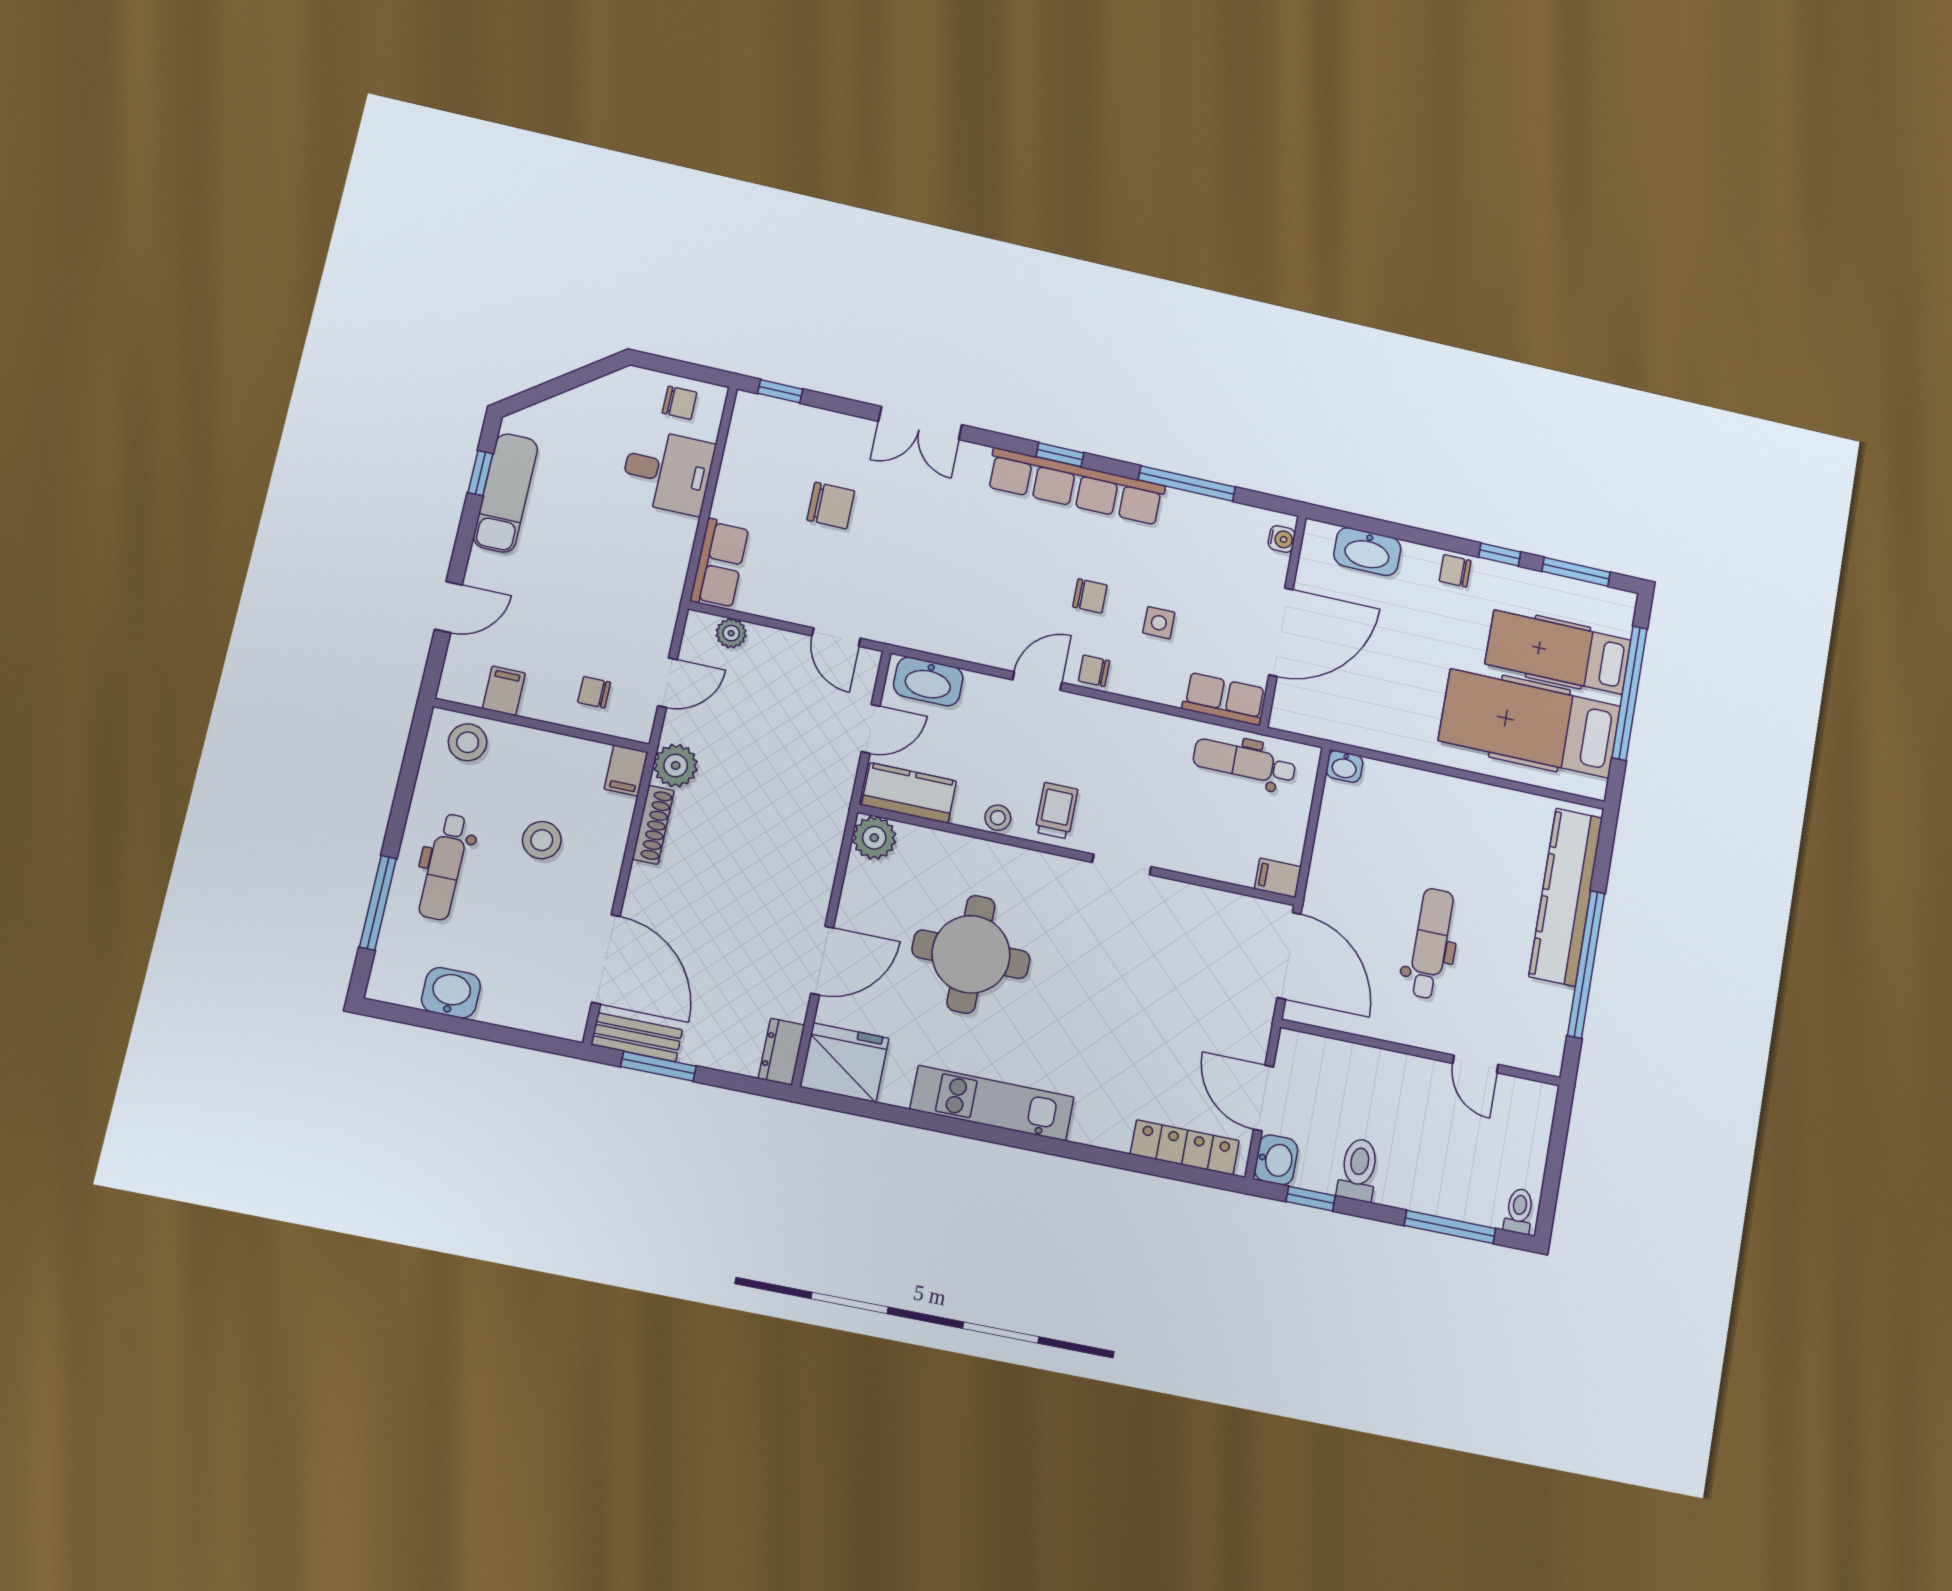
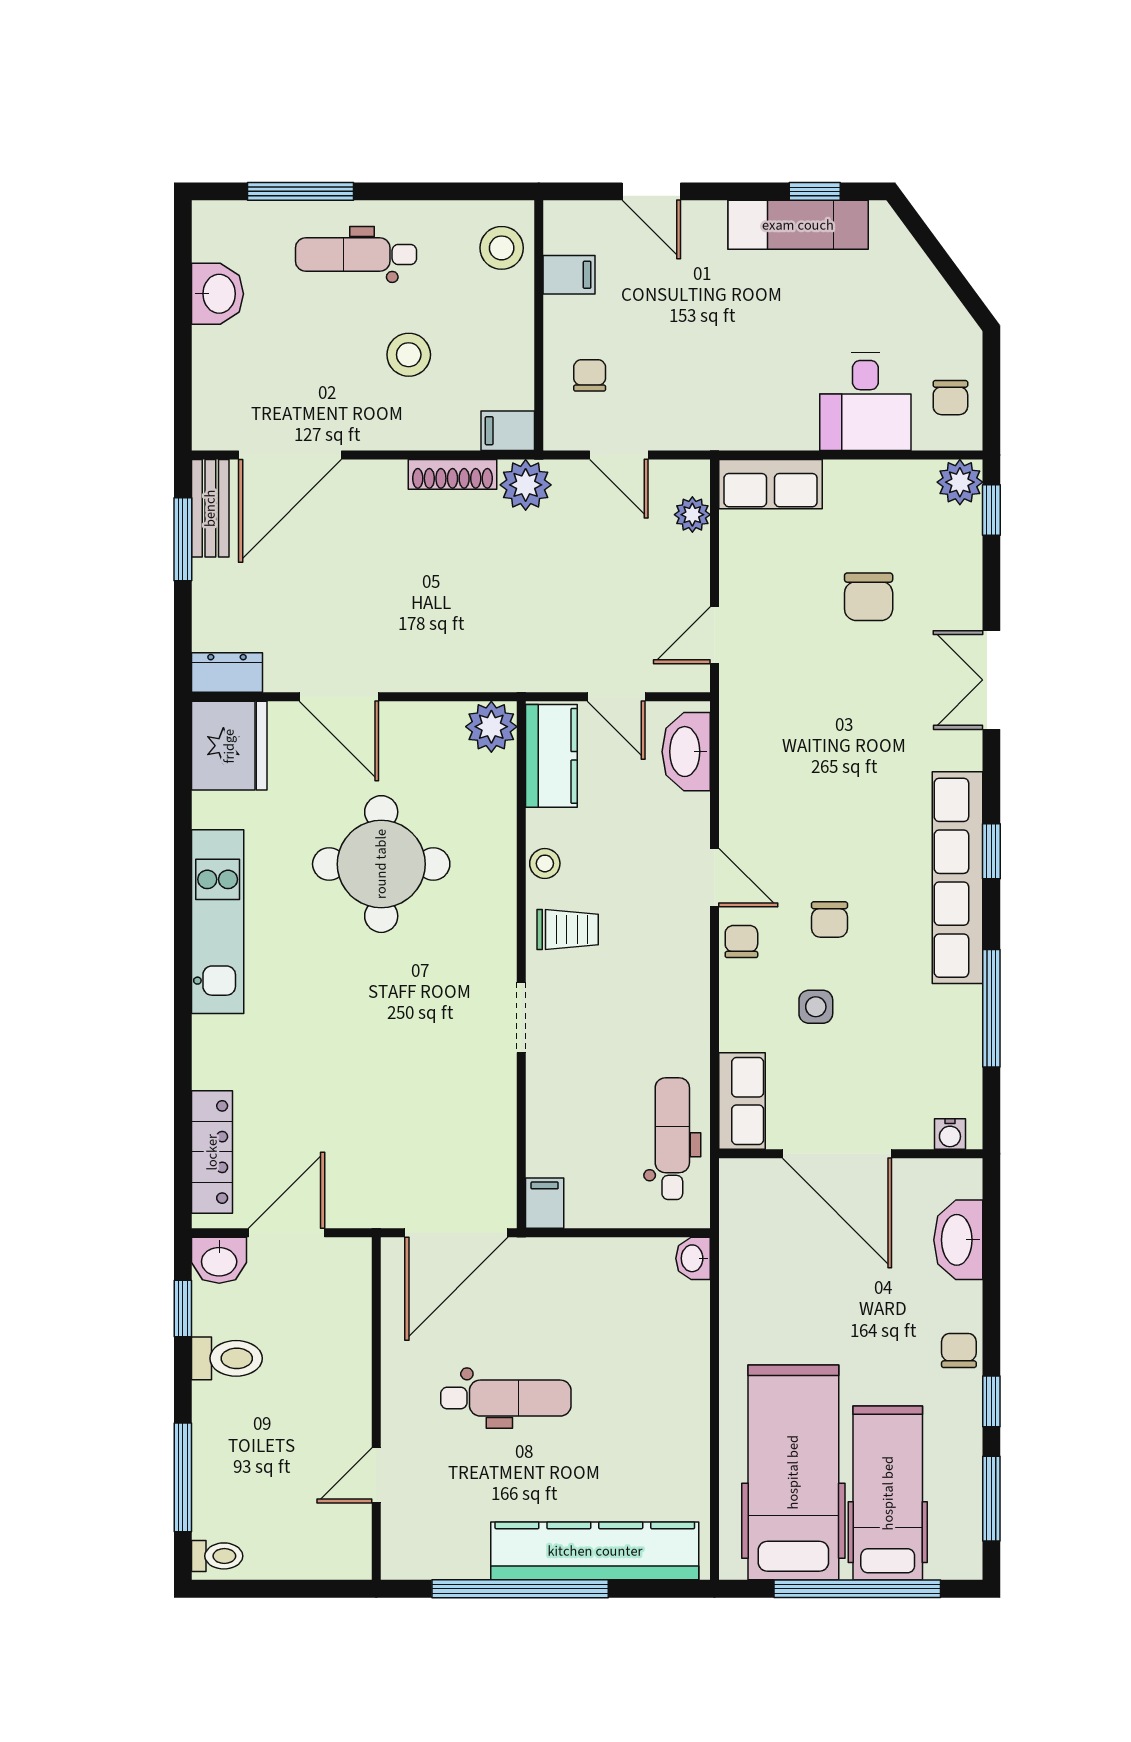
plant: (752, 411) -> (960, 482), added

